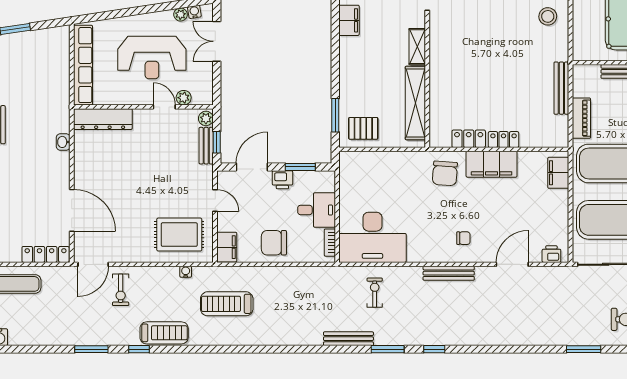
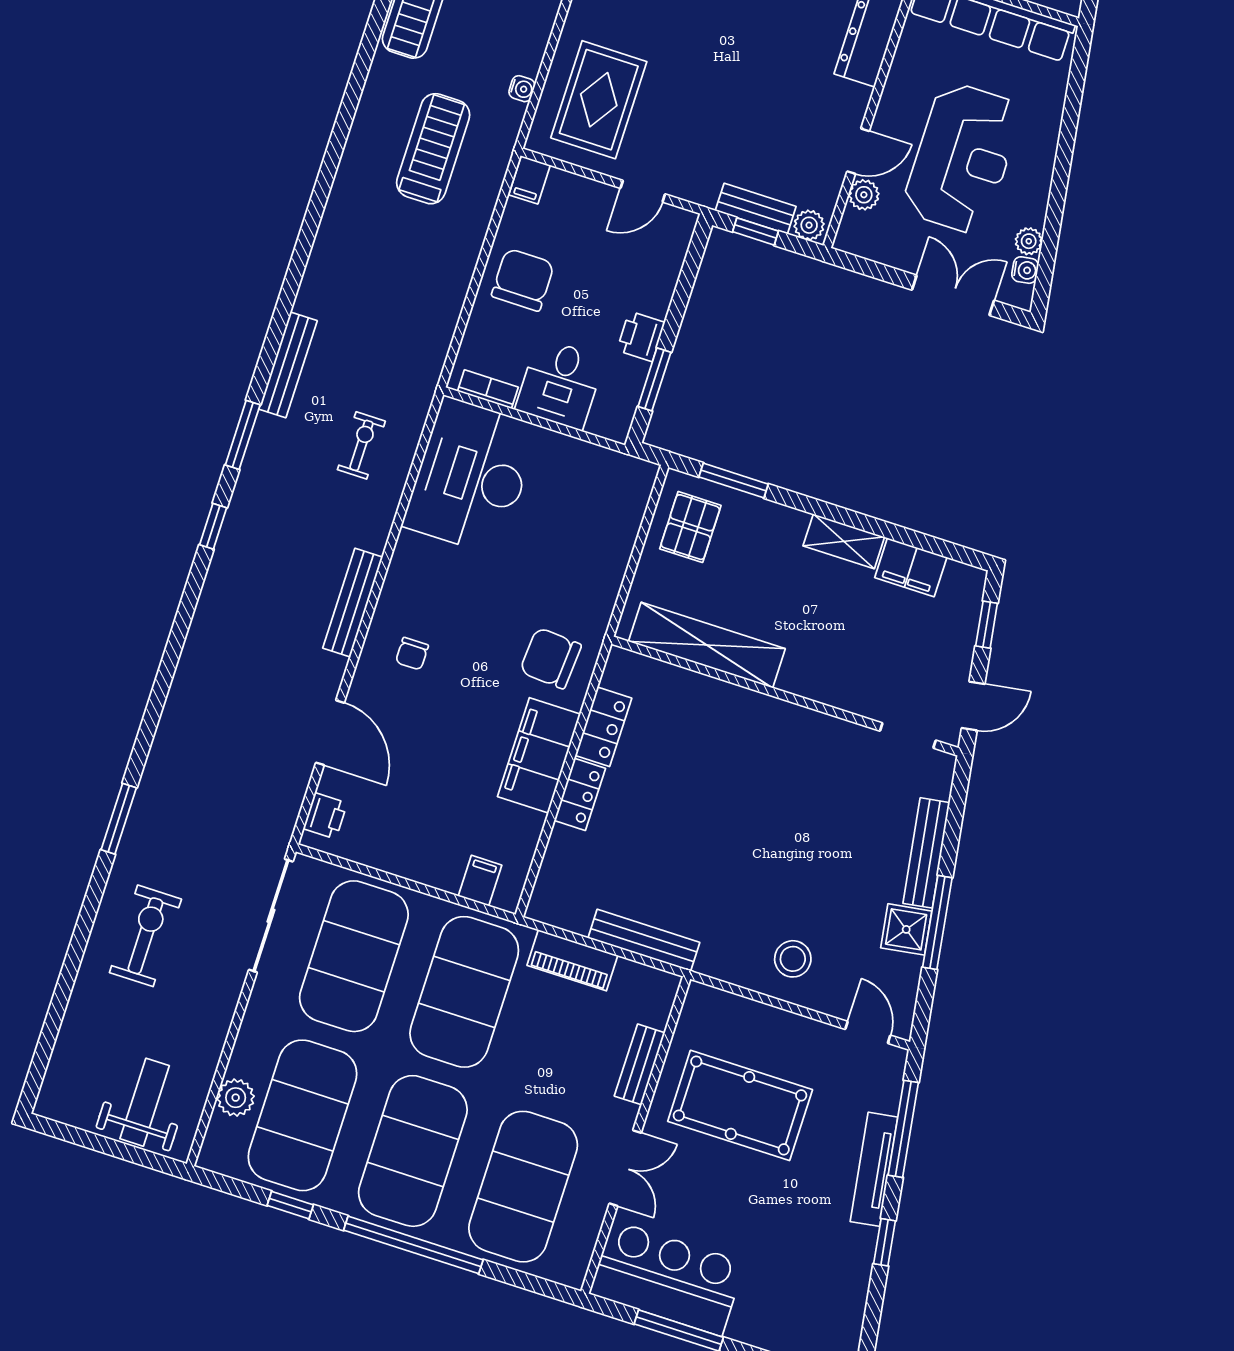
shelving: (417, 47) -> (844, 541), moved
reception desk: (152, 58) -> (962, 158), turned 180
door: (252, 167) -> (685, 285), removed
filing cabinet: (558, 173) -> (480, 881), width x0.50
filing cabinet: (227, 247) -> (529, 180), width x0.50
exercise bike: (375, 293) -> (361, 445), turned -90

